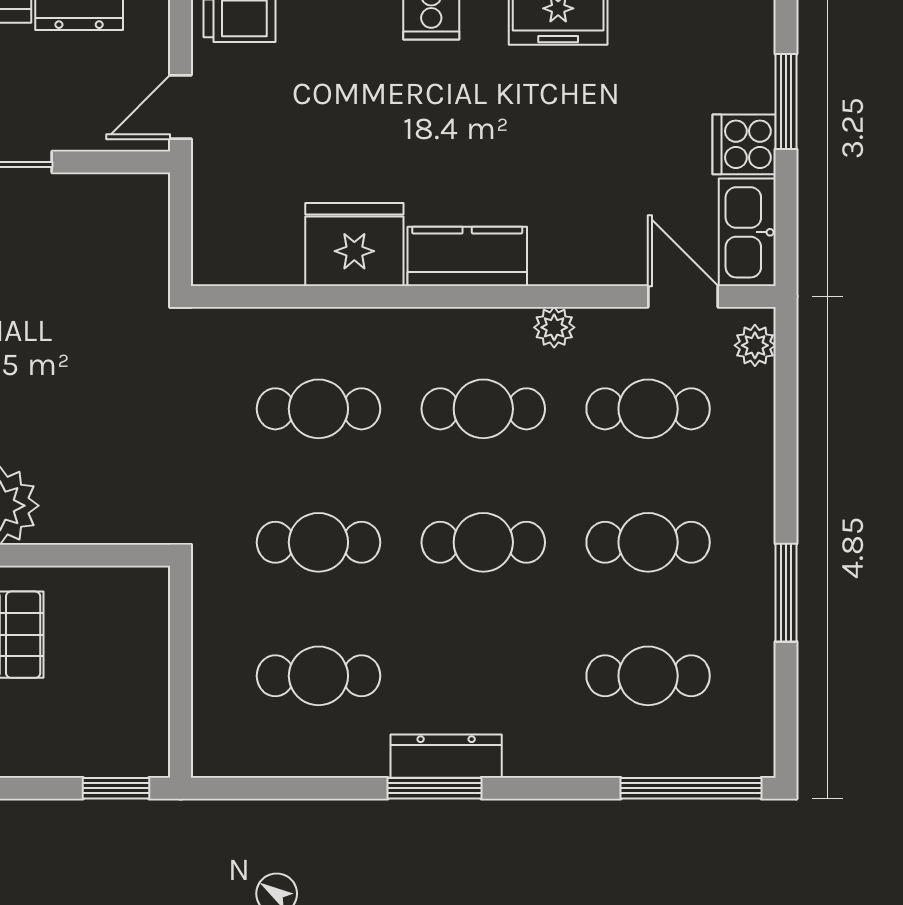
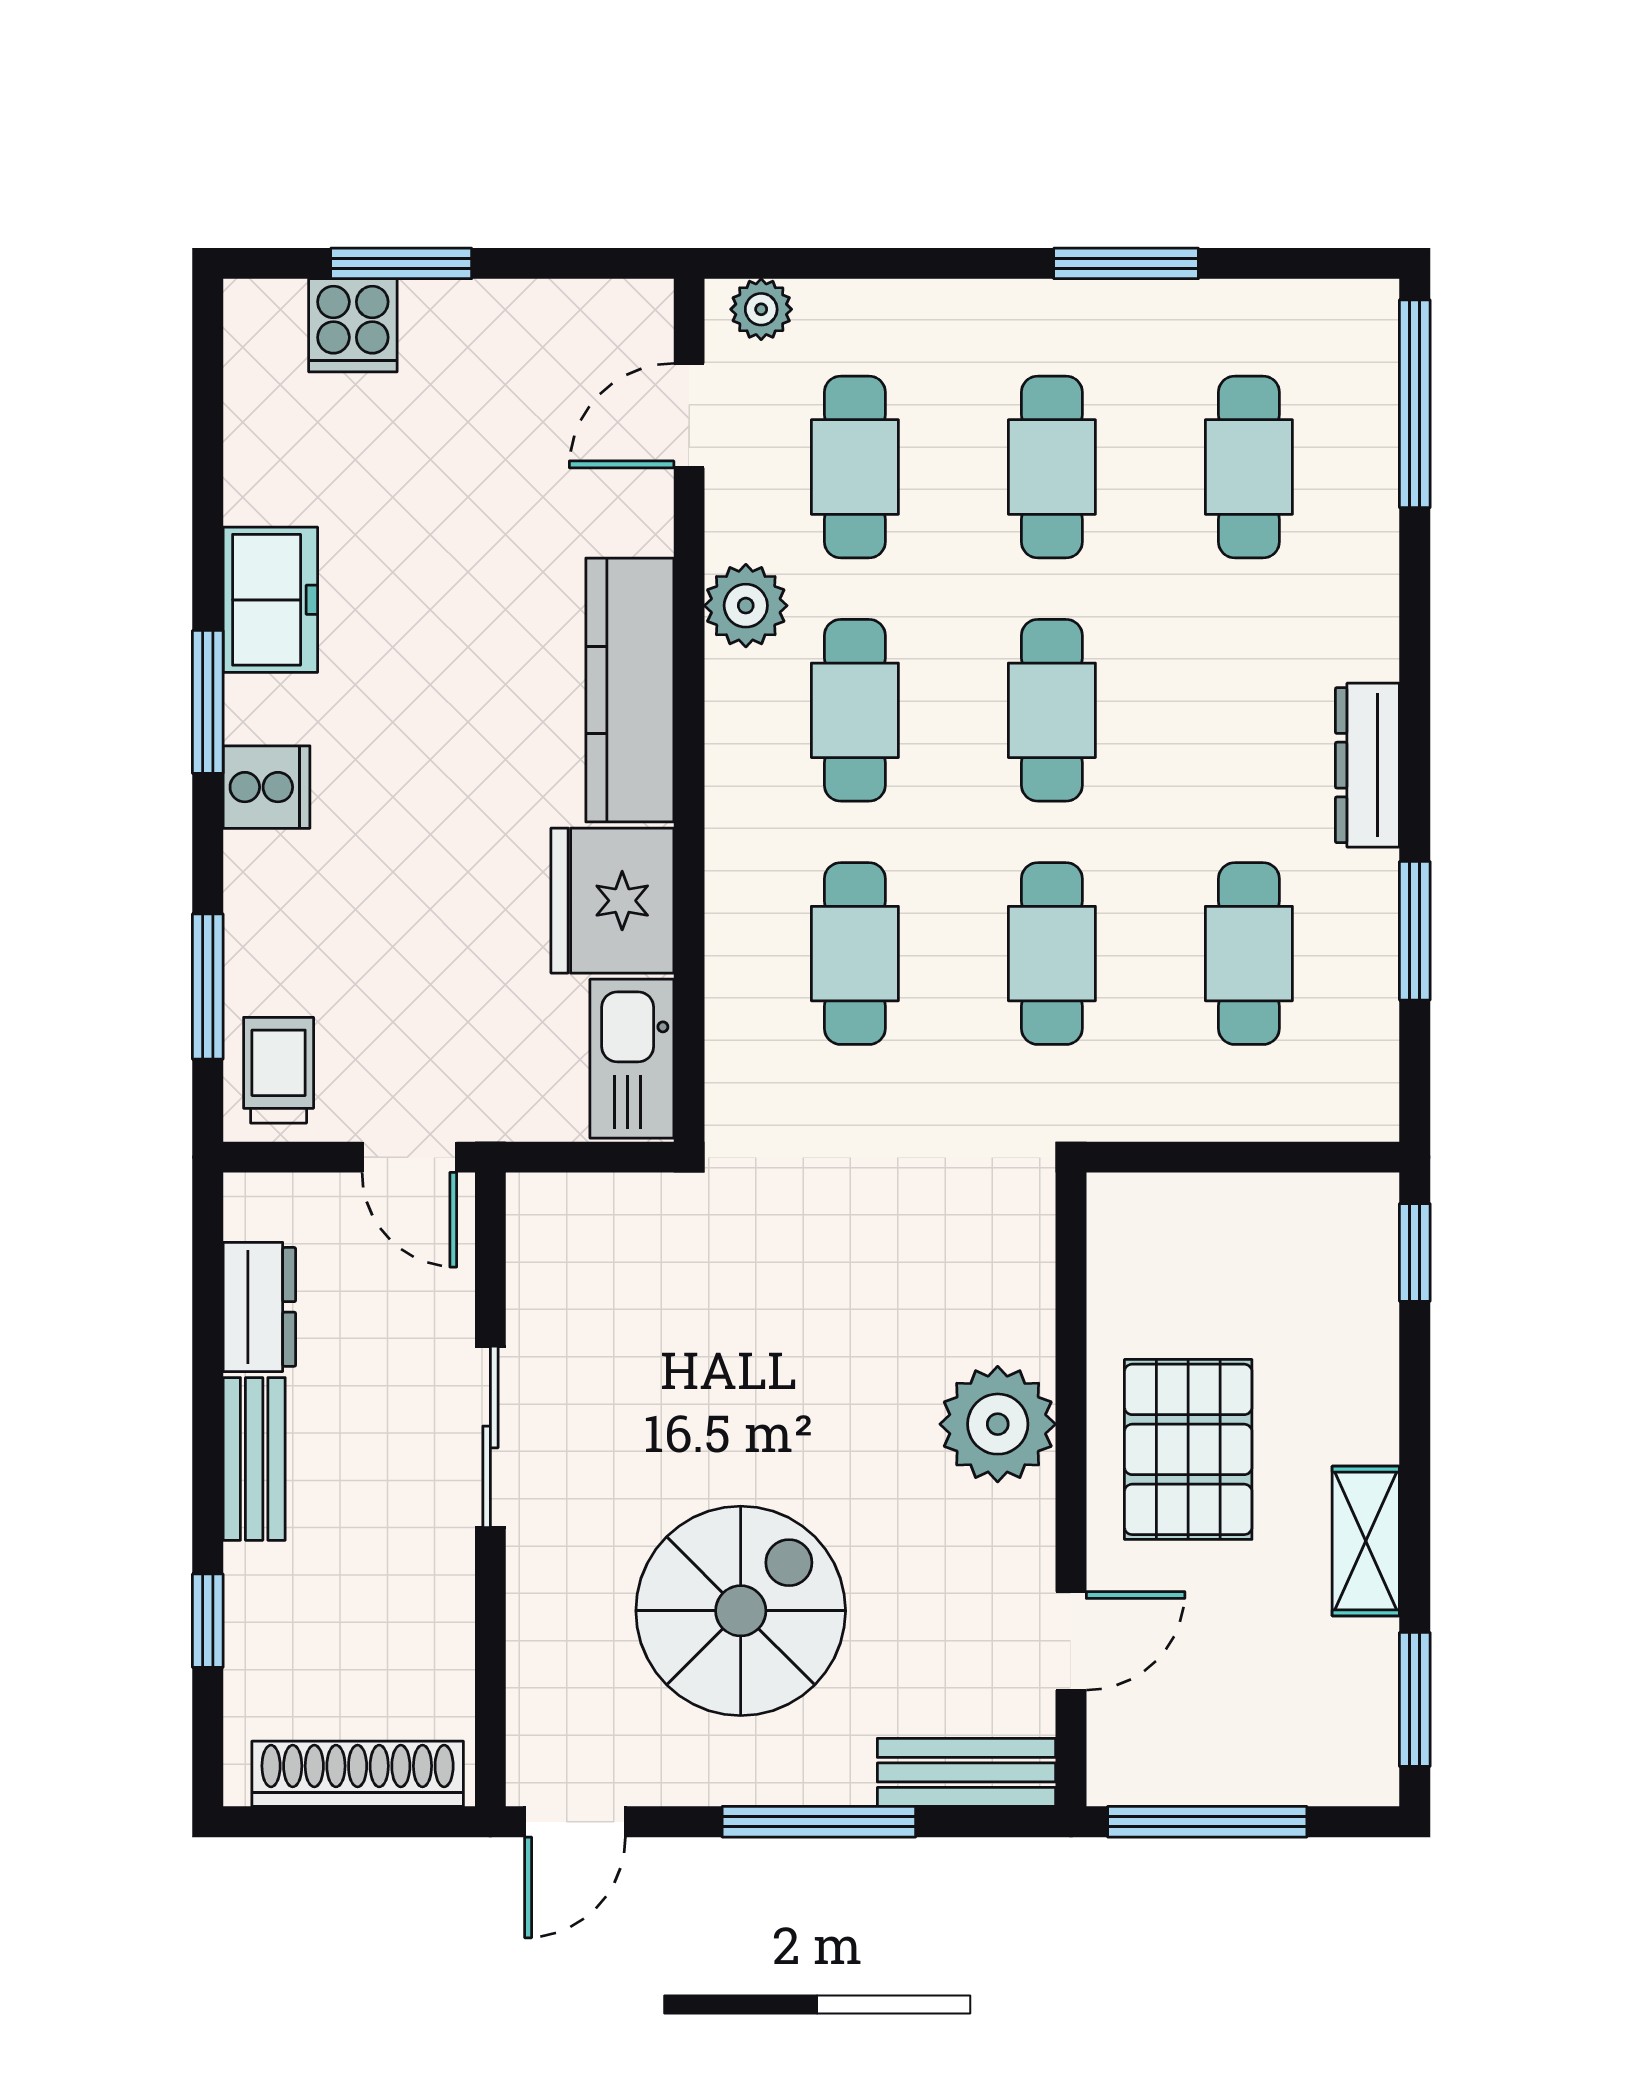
cooker: (744, 144) -> (353, 325), moved
kitchen sink: (747, 232) -> (632, 1059), moved, turned 90
kitchen counter: (467, 256) -> (630, 690), width x1.50
plant: (554, 327) -> (746, 606), width x1.38, depth x1.38
window: (434, 788) -> (1415, 931), moved

